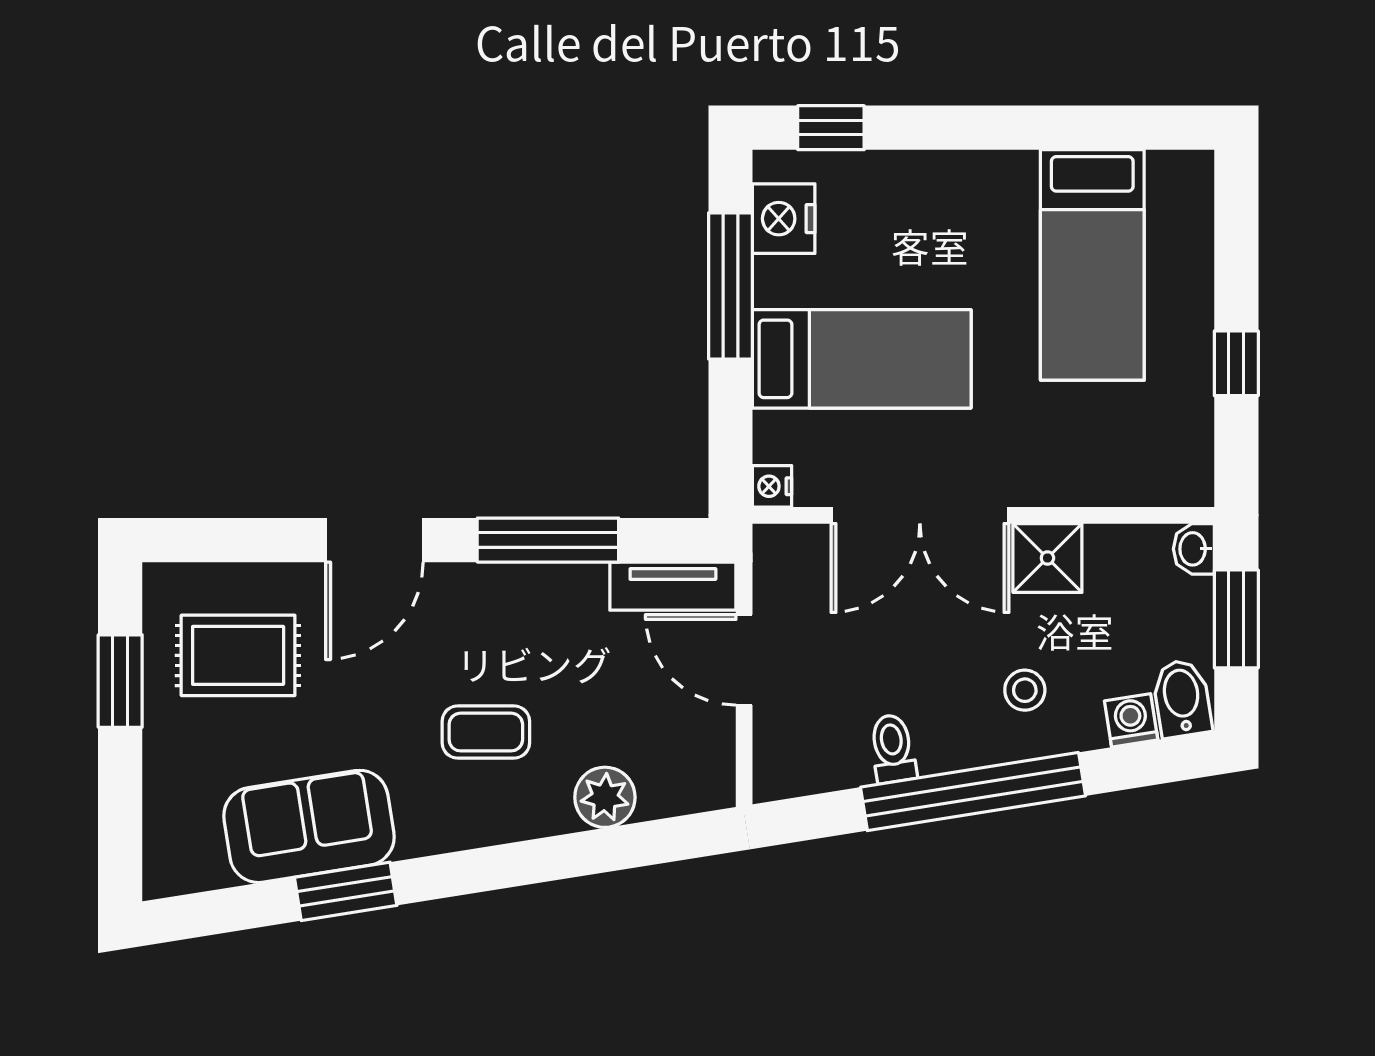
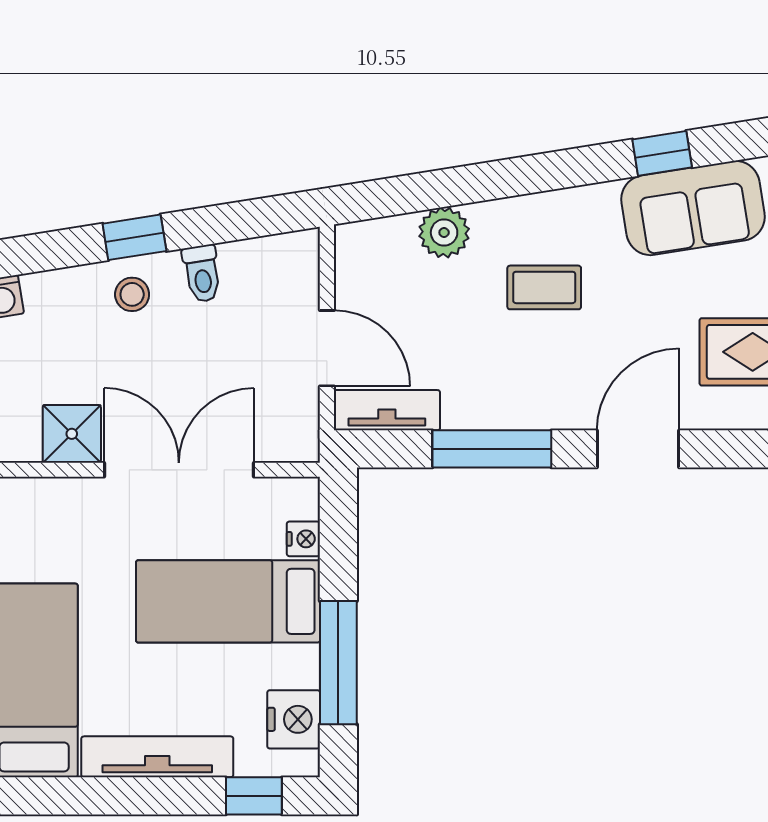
tv unit: (946, 174) -> (157, 757), added
nightstand: (772, 486) -> (303, 539), moved
stool: (1025, 690) -> (132, 294), moved
window: (973, 792) -> (134, 237), width x0.32
window: (346, 891) -> (662, 153), width x0.67

